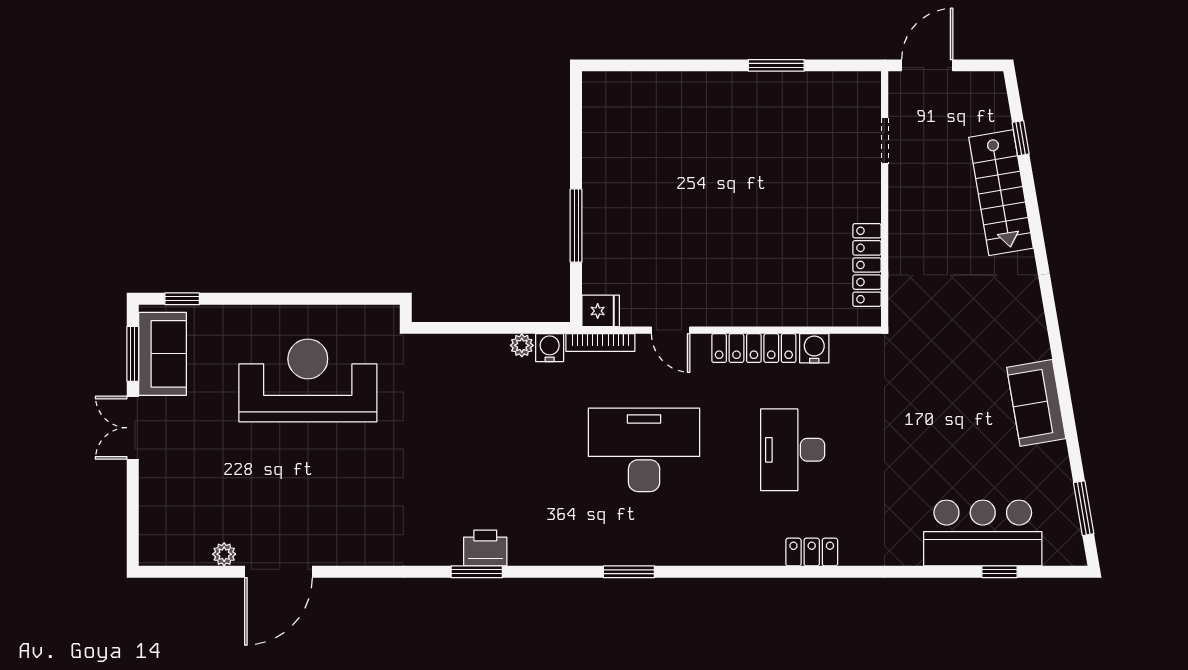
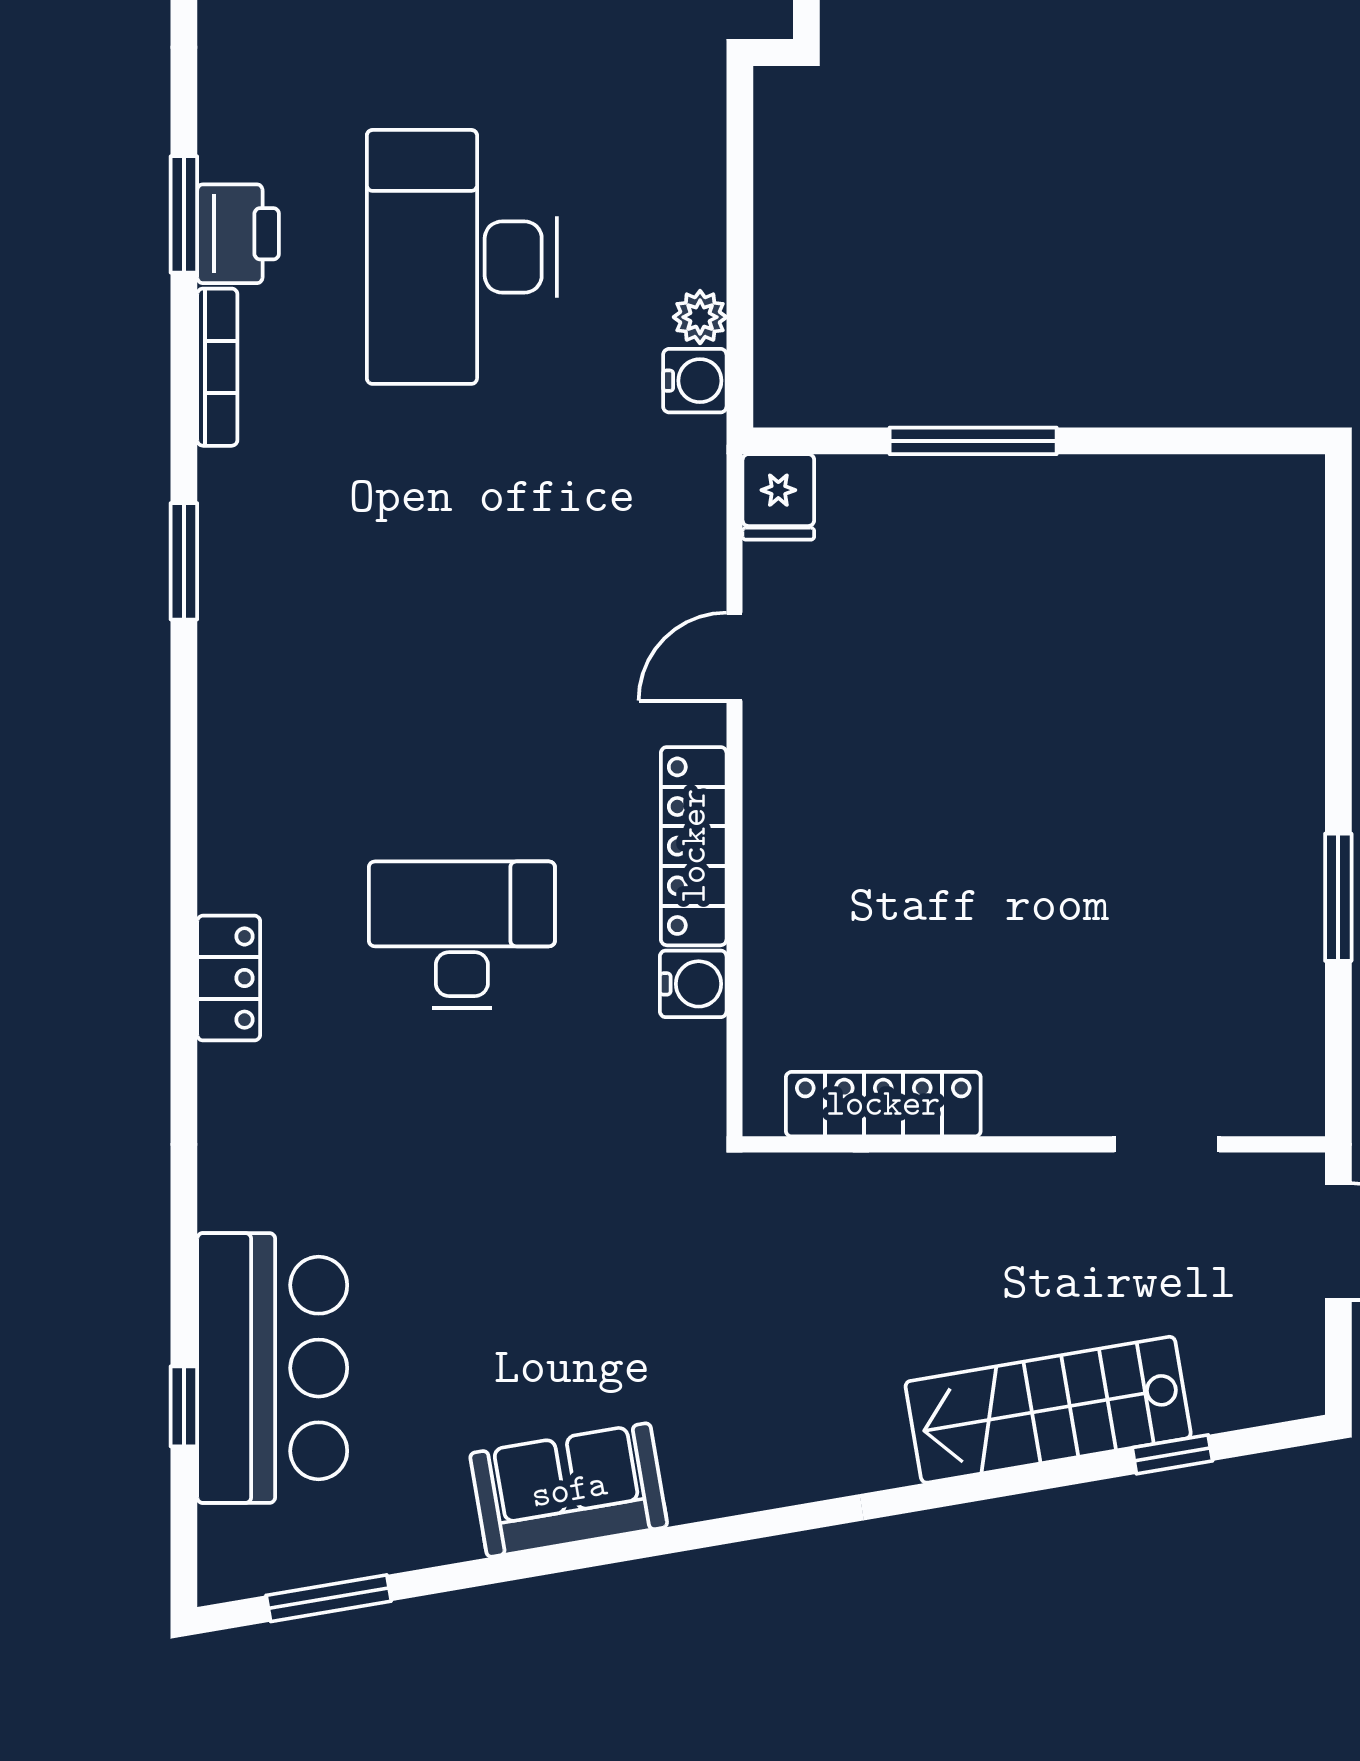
bookcase: (600, 343) -> (217, 367), moved, turned 180
desk: (644, 450) -> (462, 257), moved, turned 180

